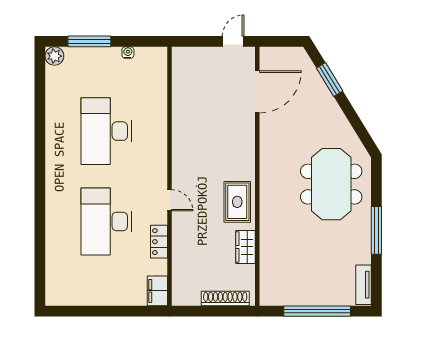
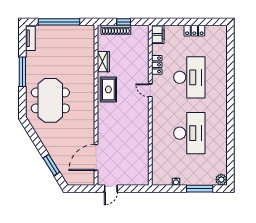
locker: (98, 297) -> (194, 31), added
window: (213, 311) -> (124, 22), added

